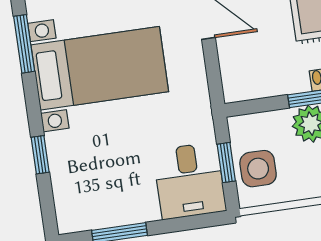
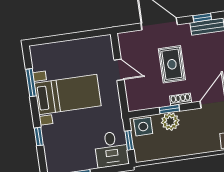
side table: (258, 169) -> (143, 127), moved

